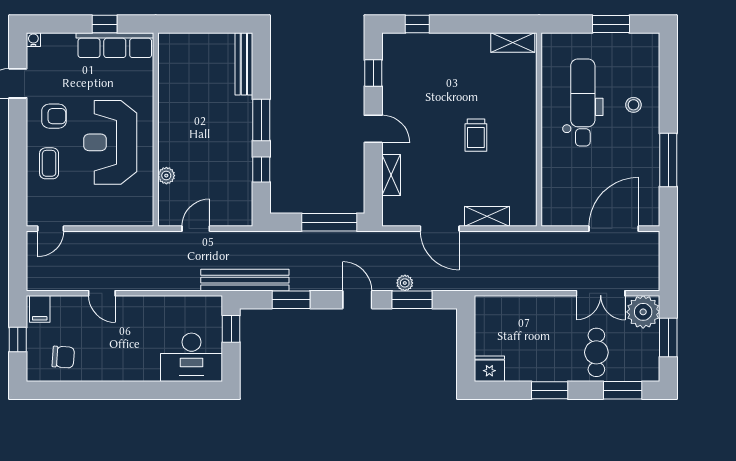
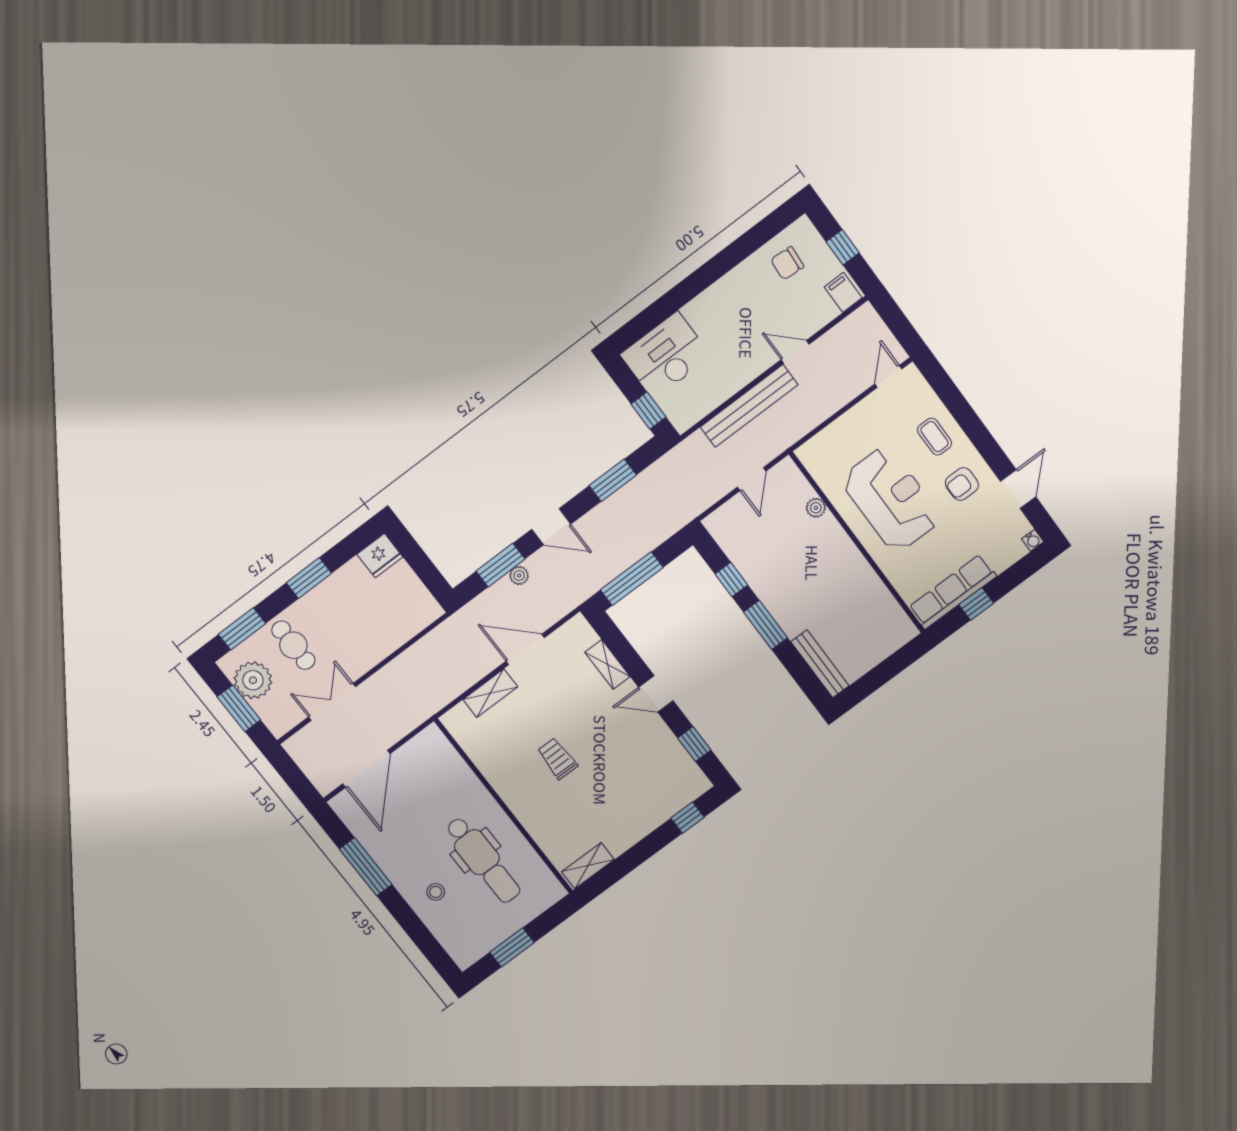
bench: (245, 280) -> (749, 406), moved
plant: (643, 312) -> (253, 680), moved

